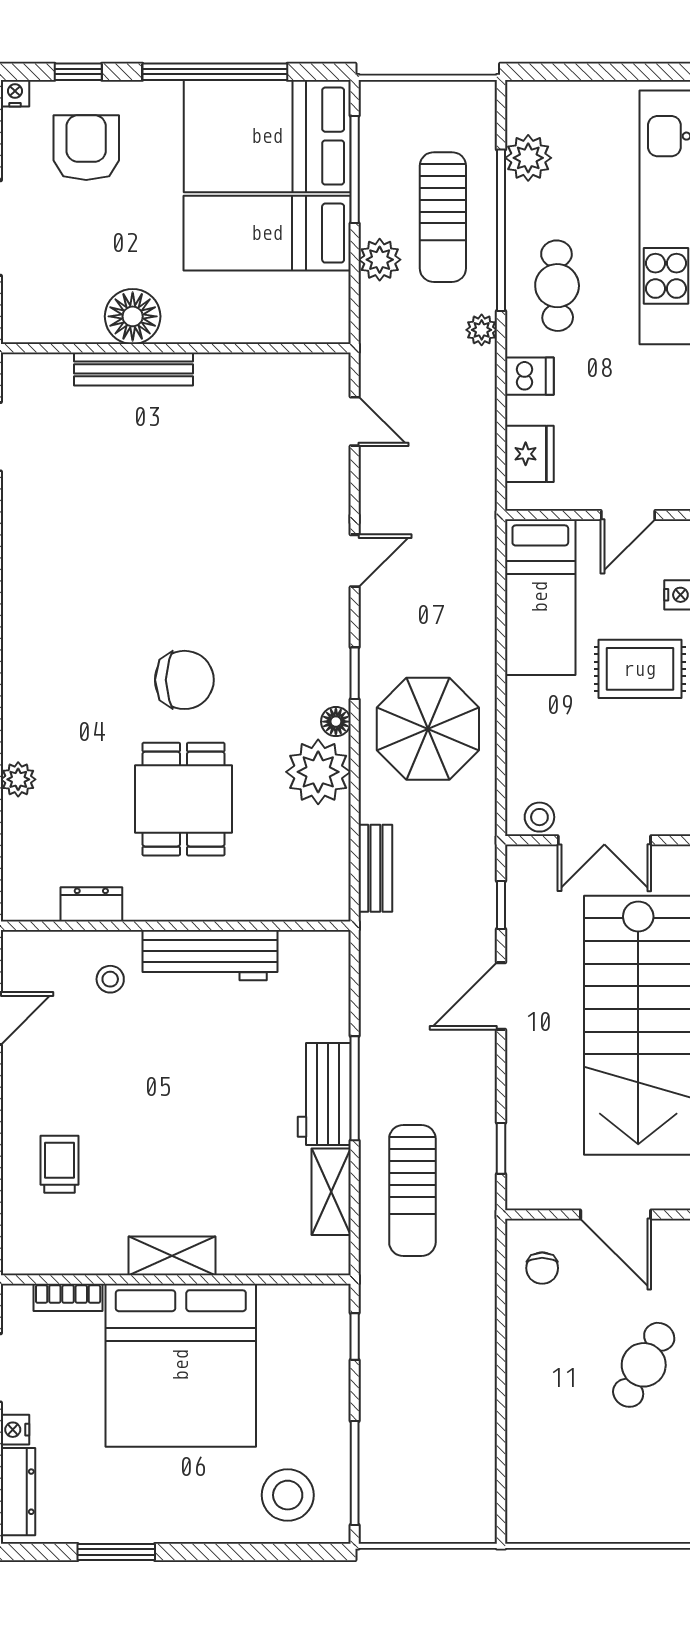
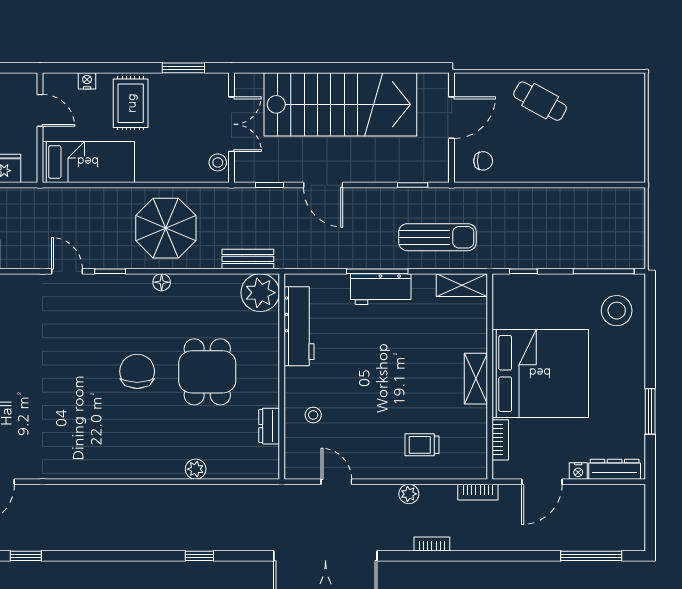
window: (355, 673) -> (110, 271), moved
plant: (318, 772) -> (260, 293), moved
dining table: (183, 799) -> (207, 372), turned 90
workbench: (210, 955) -> (299, 326), moved
shelving: (331, 1192) -> (462, 285), moved

